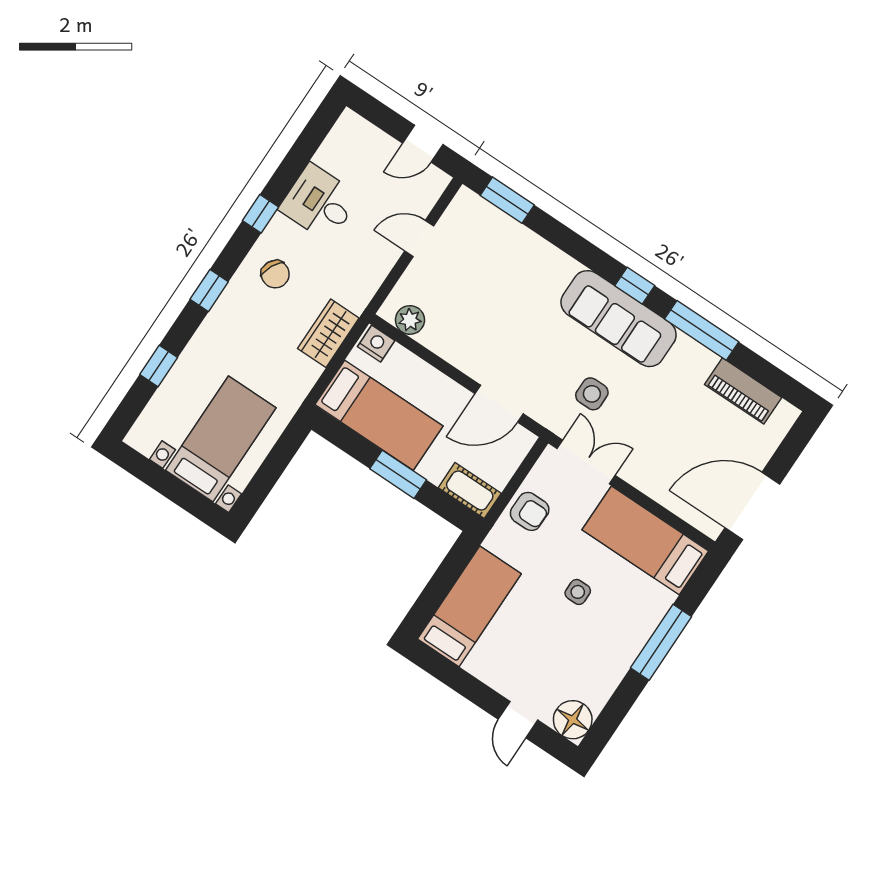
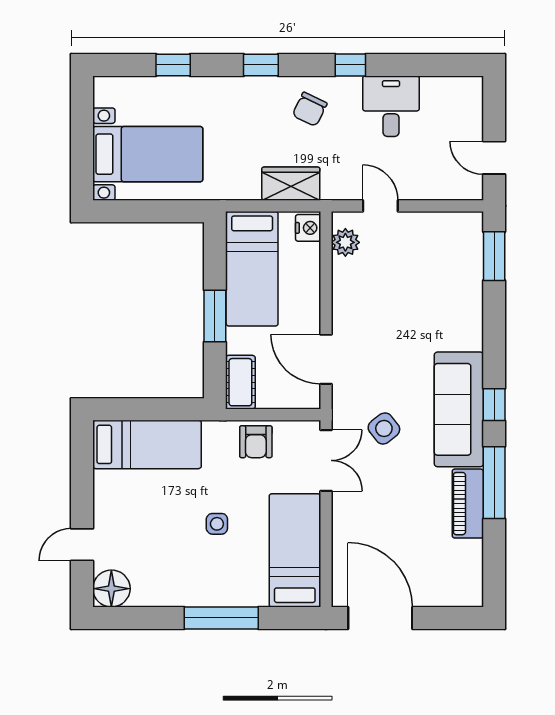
door: (419, 238) -> (380, 206), moved
piano: (743, 391) -> (468, 504), moved
side table: (592, 394) -> (384, 428), turned -38

